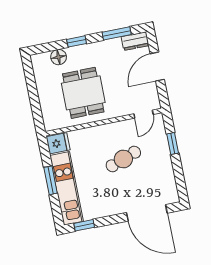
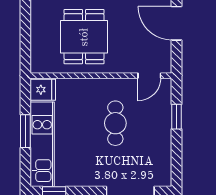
door: (157, 67) -> (177, 23), hinge flipped
cafe table: (123, 159) -> (115, 123), turned -70

